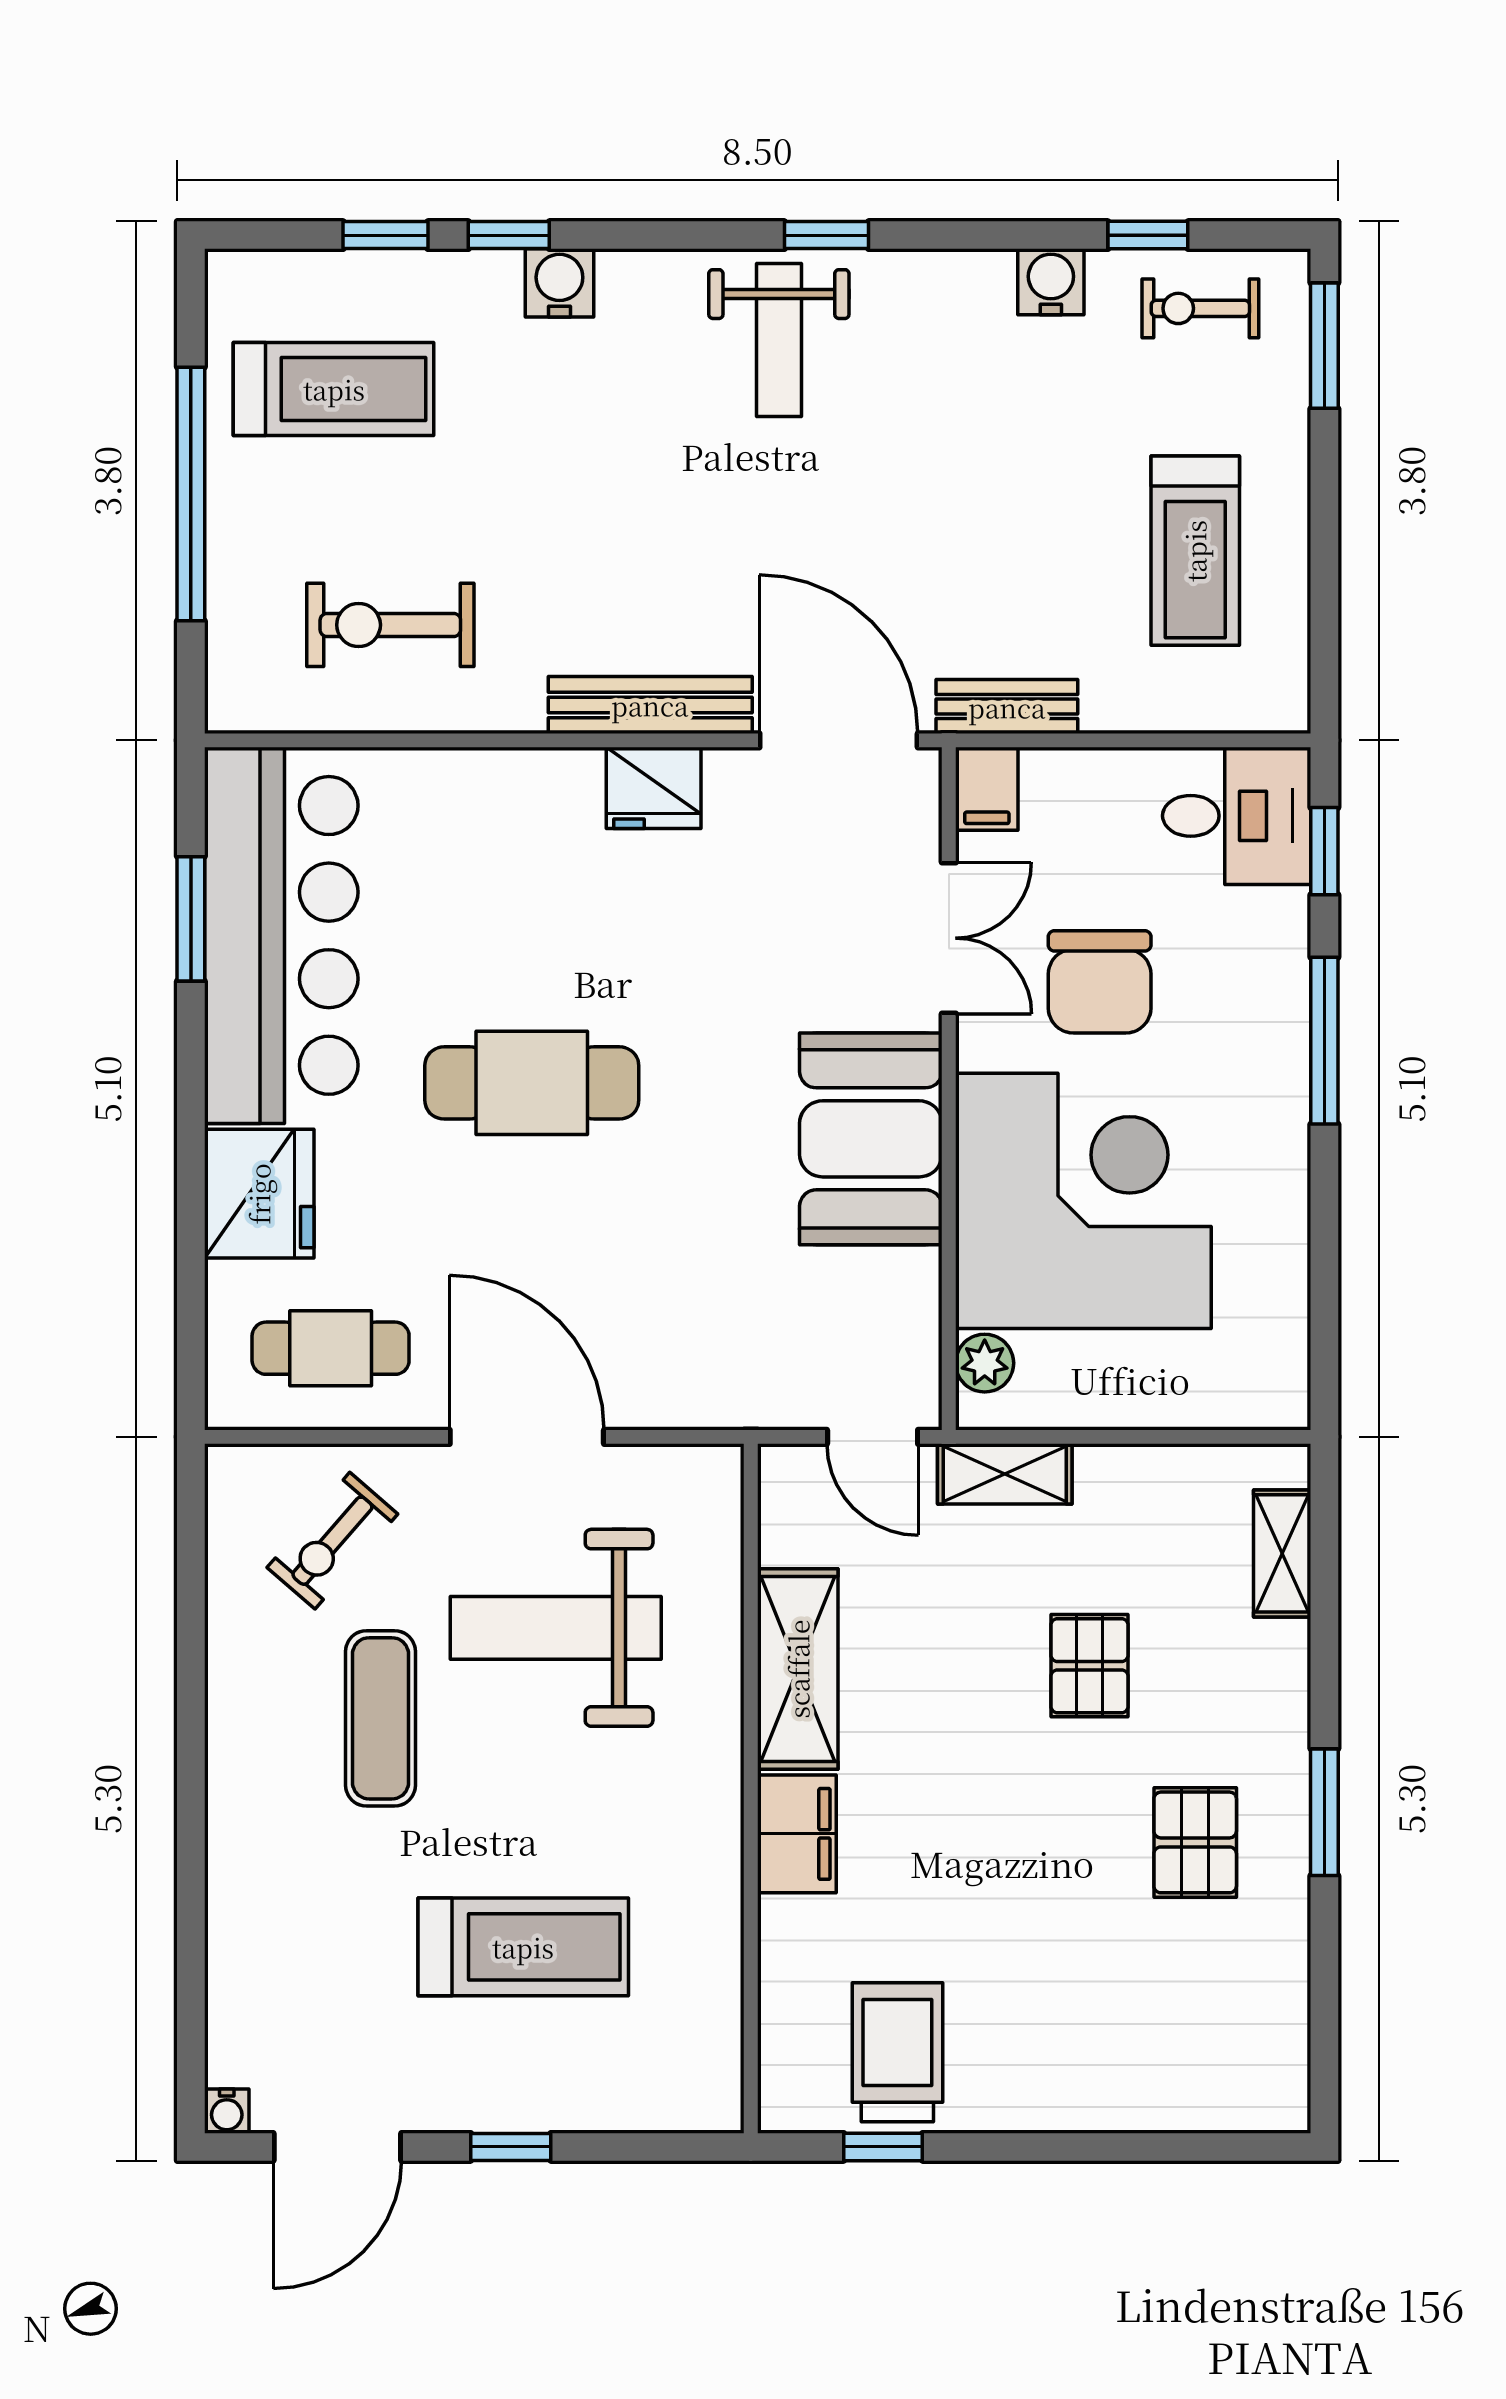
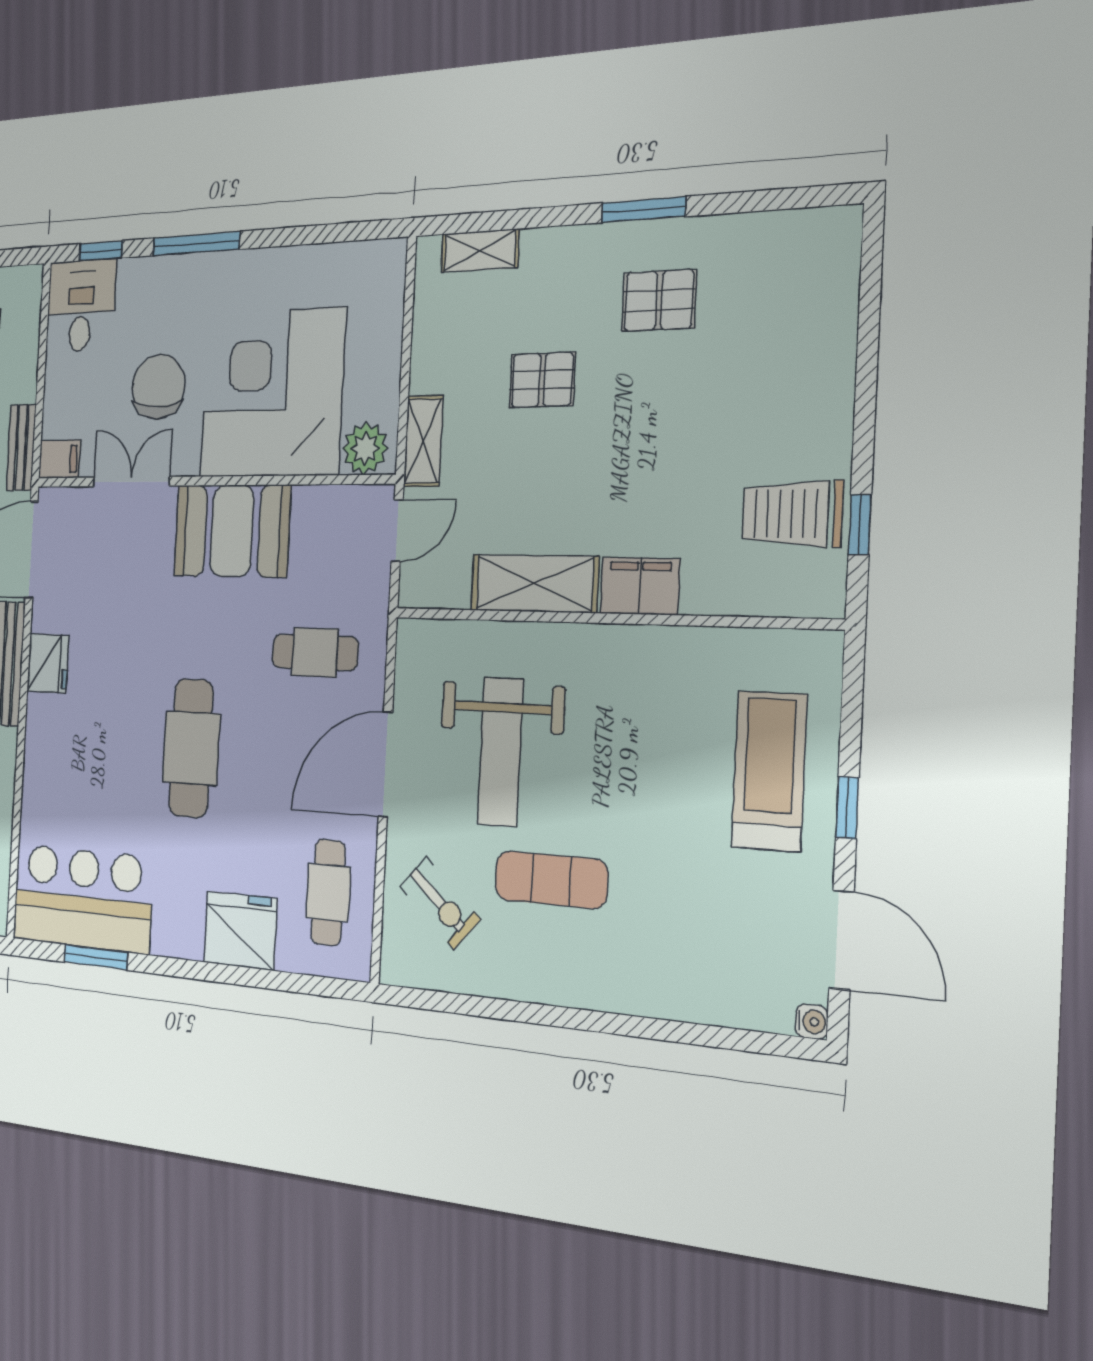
bar counter: (281, 935) -> (82, 898), width x0.73
chair: (1100, 982) -> (158, 387), turned -90
cafe table: (688, 1303) -> (315, 652), added
plant: (985, 1363) -> (365, 448), width x1.38, depth x1.38
treadmill: (523, 1947) -> (769, 771), moved

